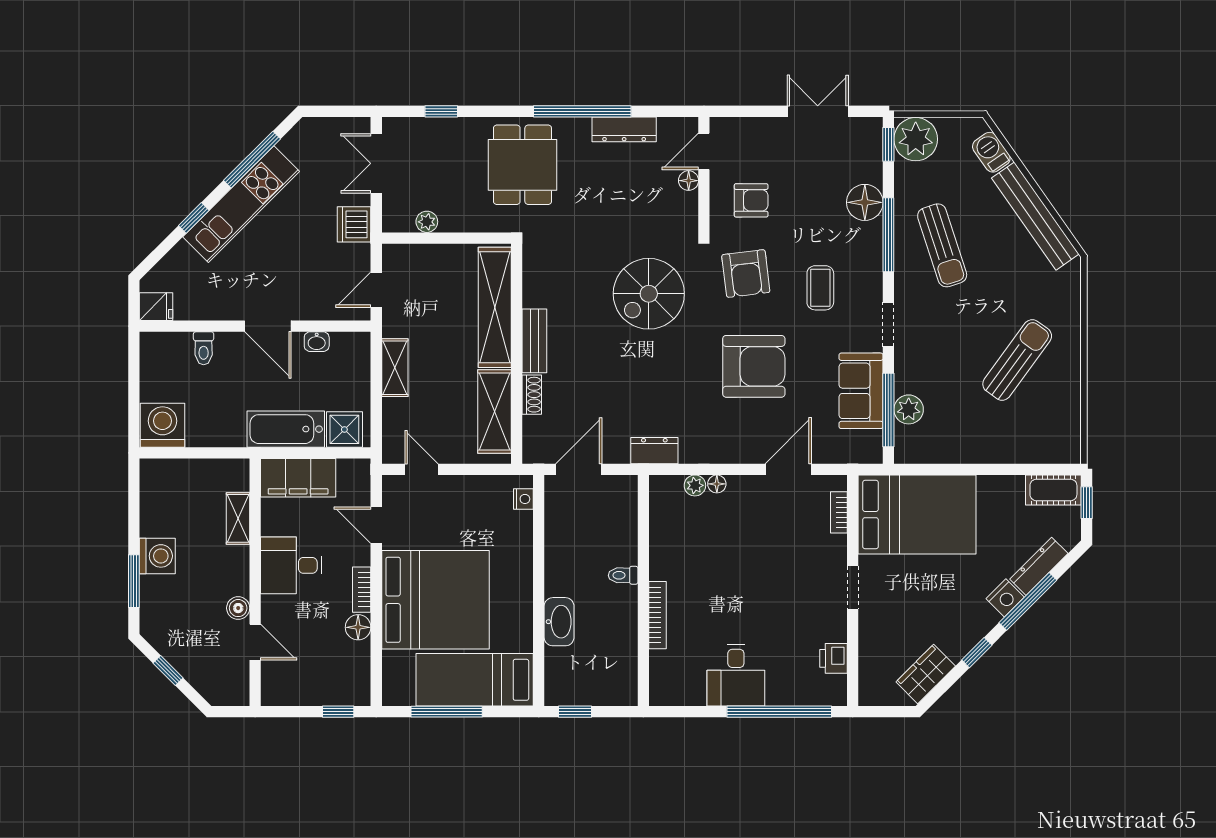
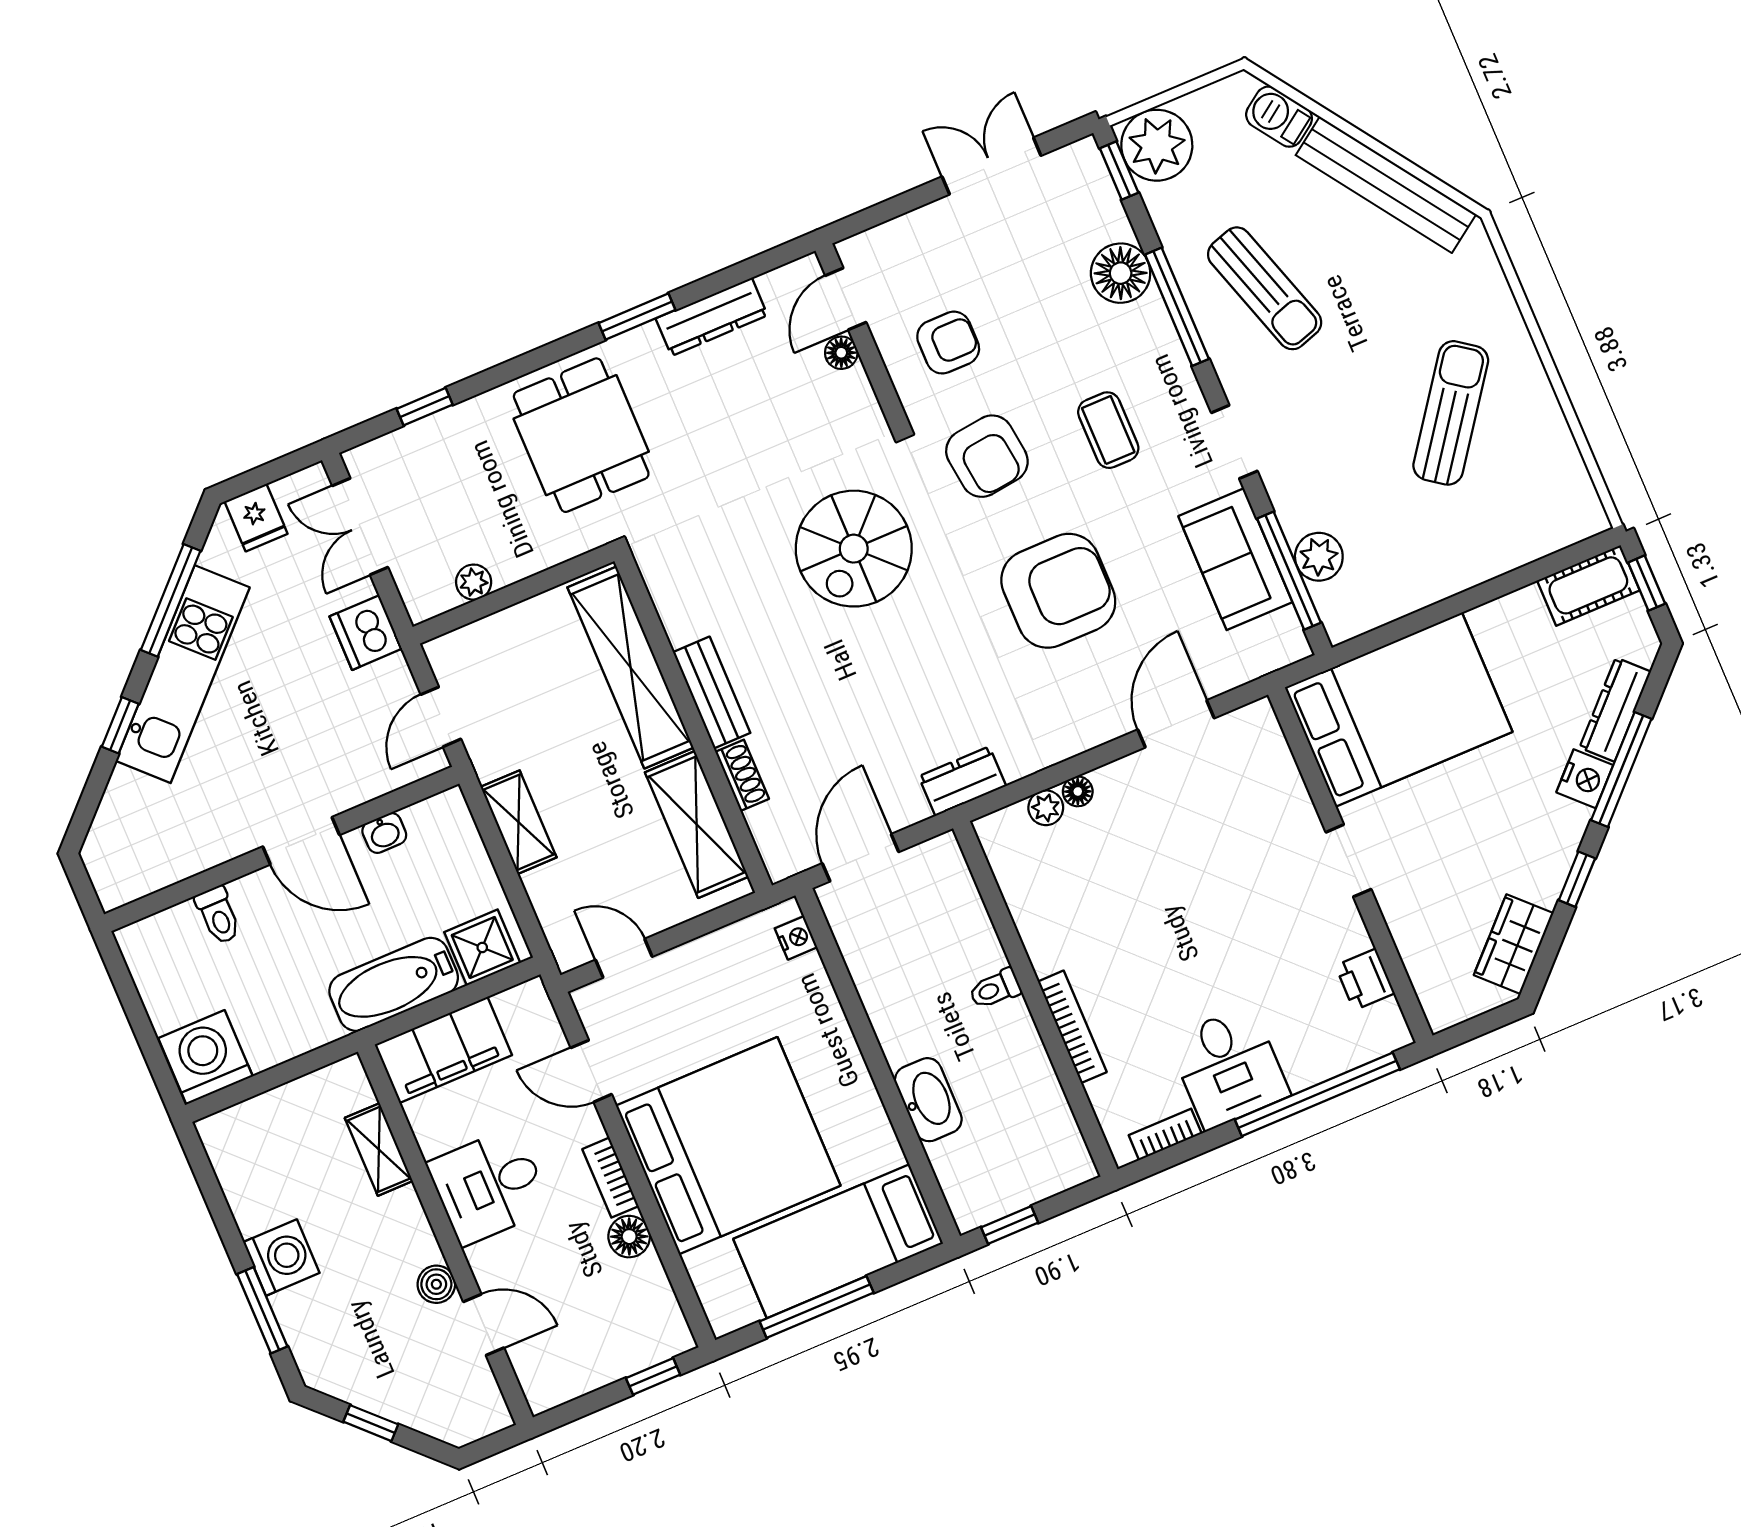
window: (582, 111) -> (637, 317), width x0.47
fridge: (156, 307) -> (256, 518), moved, turned 90
bookcase: (839, 512) -> (1165, 1134), moved, turned 90

